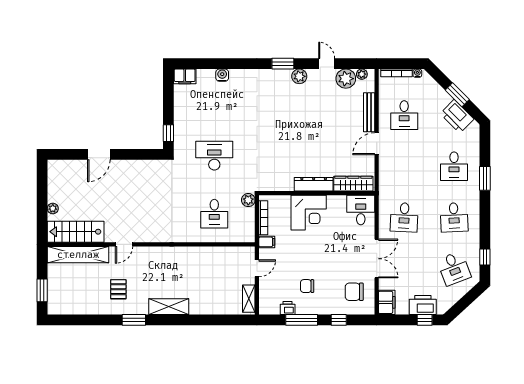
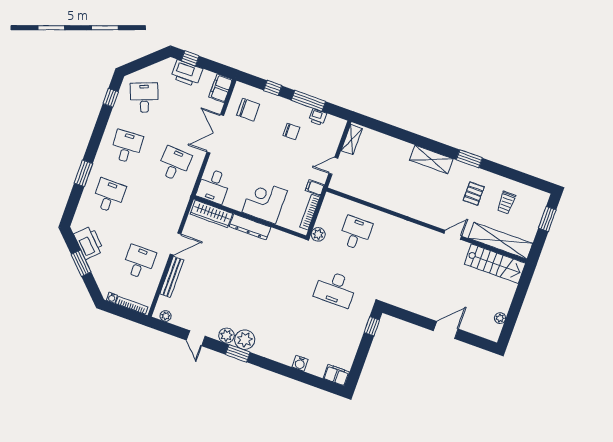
plant: (346, 79) -> (245, 340), moved
plant: (53, 209) -> (500, 318), moved
trolley: (85, 292) -> (506, 203), added

